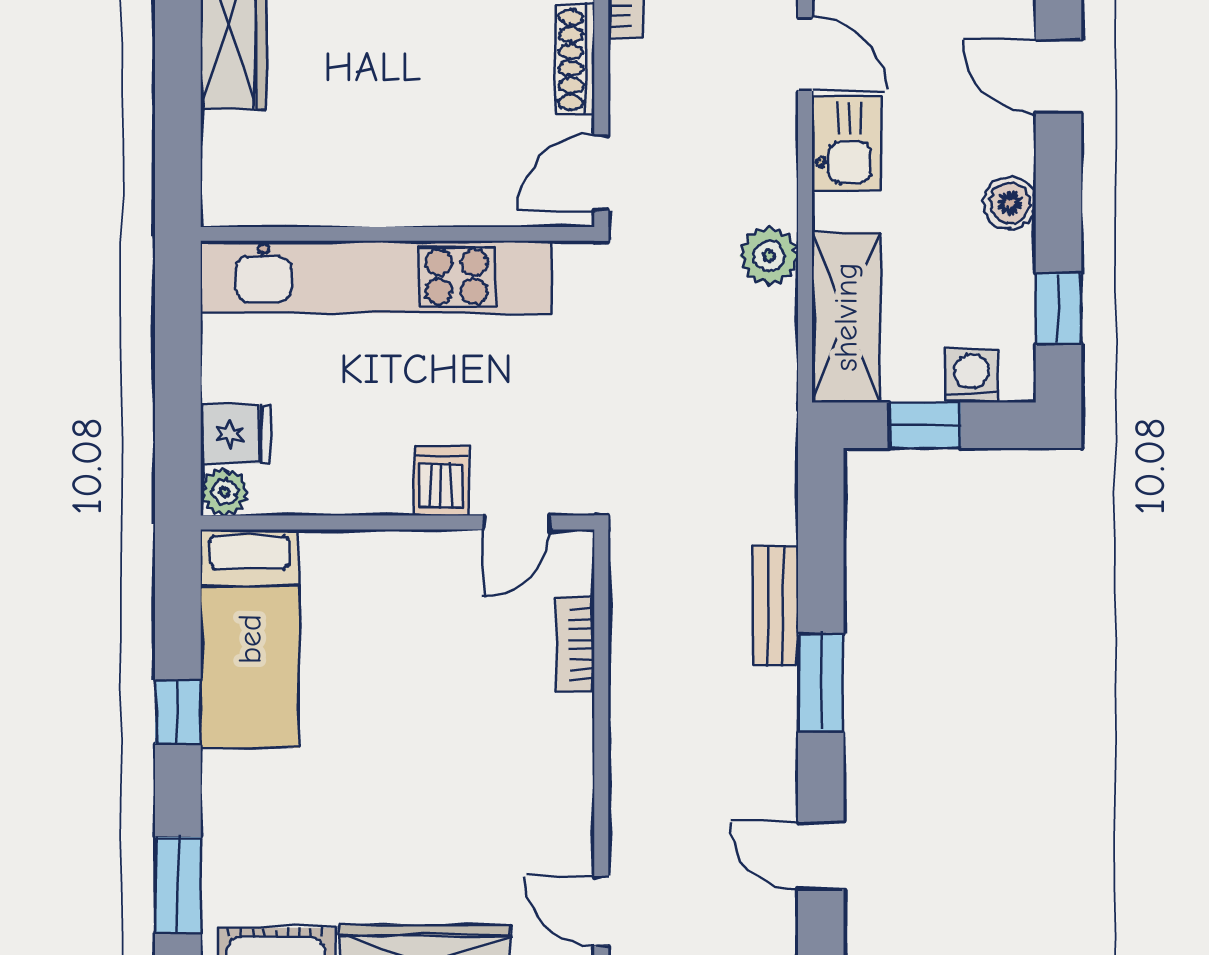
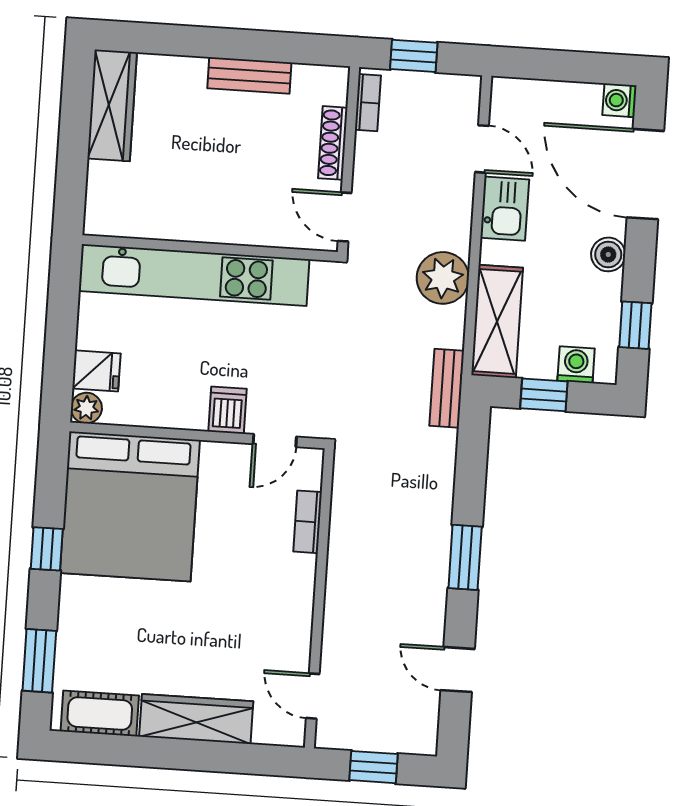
door: (1059, 76) -> (645, 174), width x1.87
door: (601, 172) -> (345, 217), hinge flipped
plant: (769, 256) -> (443, 278), width x1.36, depth x1.36
bench: (775, 606) -> (447, 388), moved
bed: (250, 639) -> (130, 506), width x2.04

